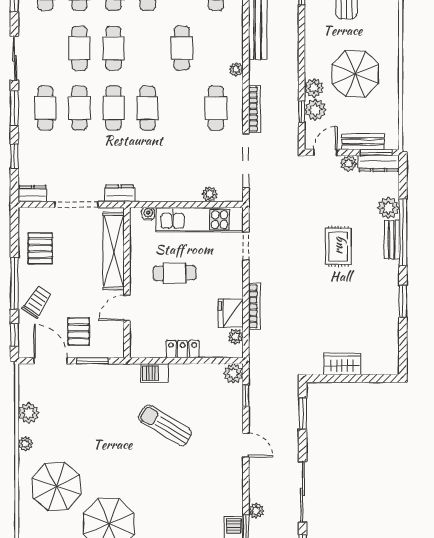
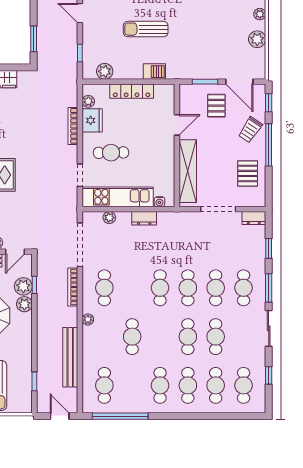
dresser: (120, 193) -> (144, 218), moved
cafe table: (175, 273) -> (111, 153), moved
locker: (183, 349) -> (132, 91), width x1.53
plant: (233, 373) -> (105, 71), moved
sun lounger: (165, 425) -> (146, 29), turned 149

